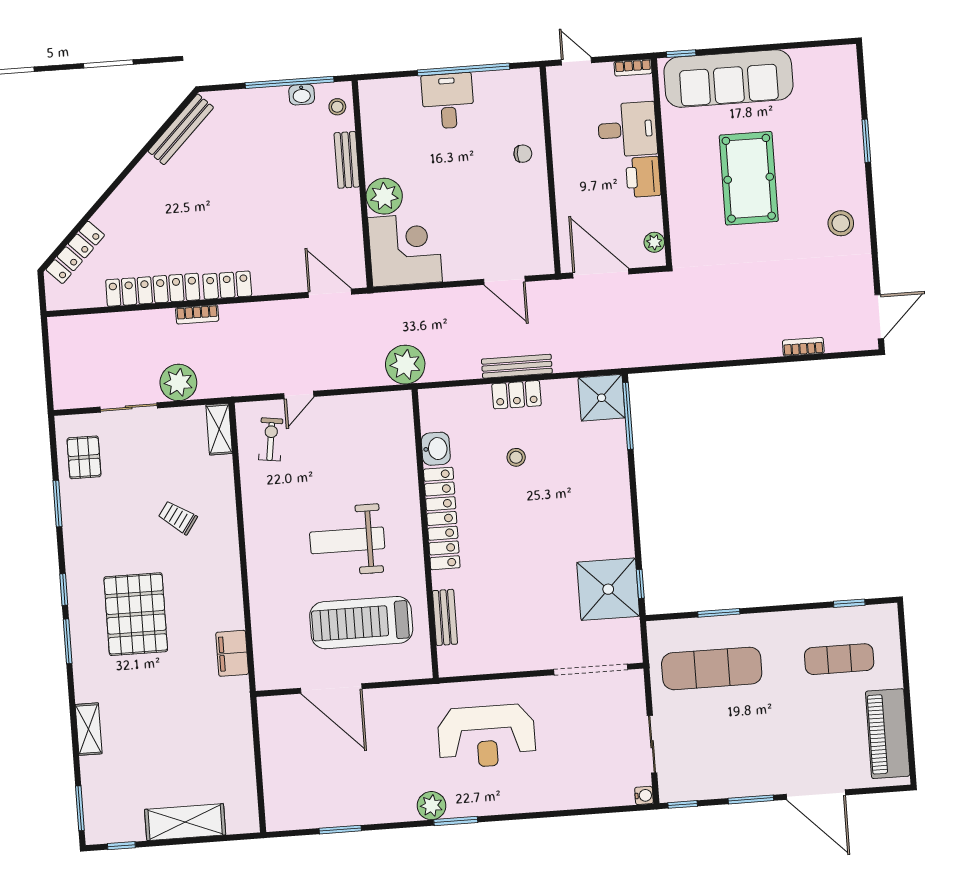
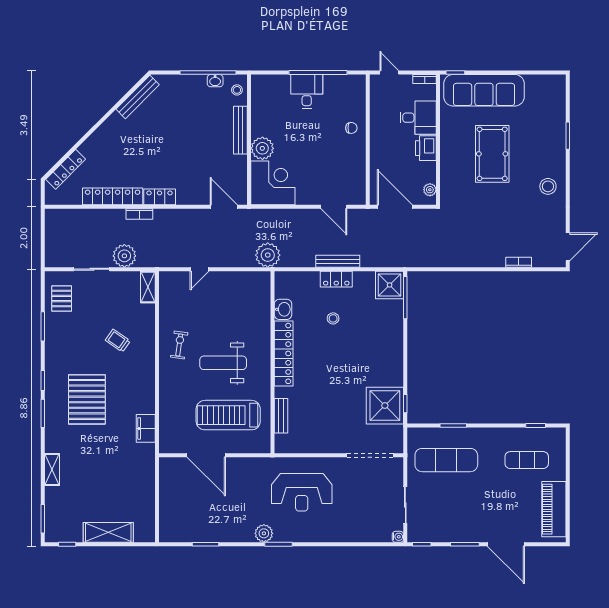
bench: (347, 160) -> (240, 130), width x1.36
exercise bike: (271, 439) -> (179, 345), moved

